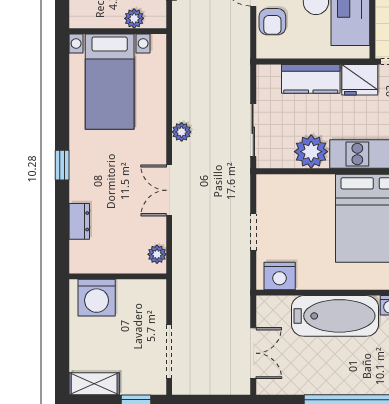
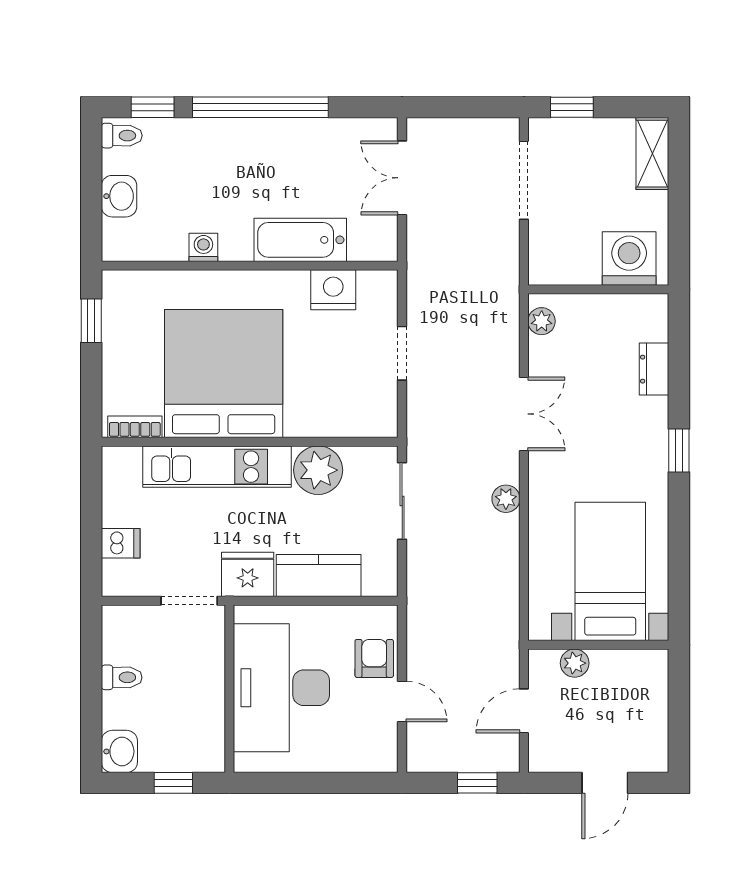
nightstand: (280, 276) -> (333, 290), moved
bathtub: (335, 316) -> (300, 240), width x0.73, depth x0.73
shelving: (94, 384) -> (652, 154), moved, turned 90

